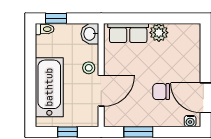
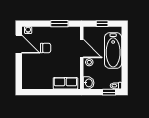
plant: (159, 33) -> (47, 84), removed
door: (101, 91) -> (82, 48), swing flipped

